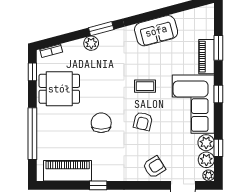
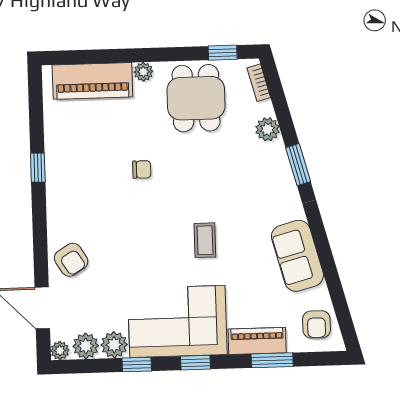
plant: (91, 43) -> (268, 129), moved
plant: (42, 120) -> (143, 72), added
armchair: (143, 121) -> (316, 324), moved, turned -103
chair: (101, 123) -> (142, 169), width x0.54, depth x0.54
window: (32, 134) -> (120, 56), removed
window: (218, 148) -> (137, 364), moved
piano: (68, 171) -> (92, 81), moved, turned 90

